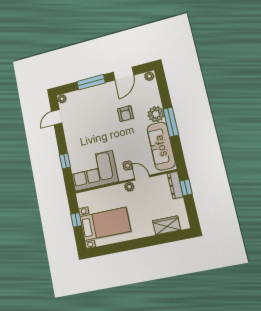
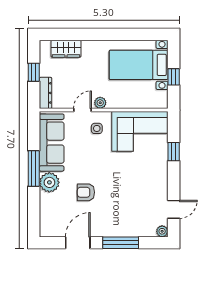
plant: (149, 76) -> (47, 231), removed
armchair: (125, 114) -> (86, 192), turned -90
door: (142, 178) -> (82, 110), swing flipped
window: (186, 188) -> (34, 72), moved

